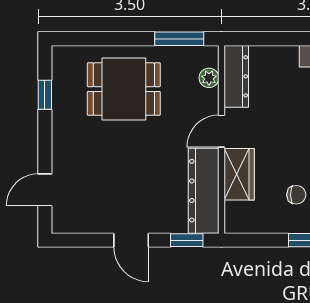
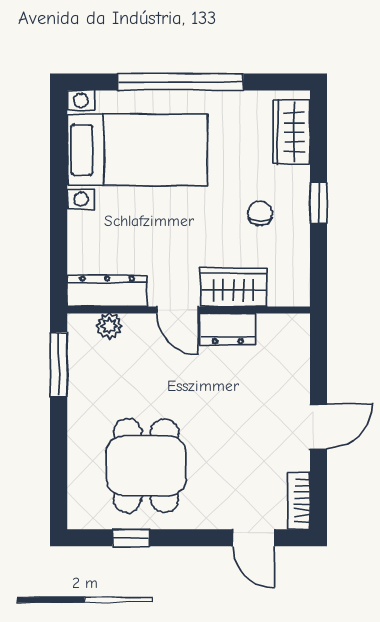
dining table: (124, 89) -> (146, 466), moved
dresser: (204, 191) -> (228, 329), width x0.51, depth x0.80
bookcase: (74, 225) -> (299, 501), added
window: (187, 240) -> (319, 355), removed

